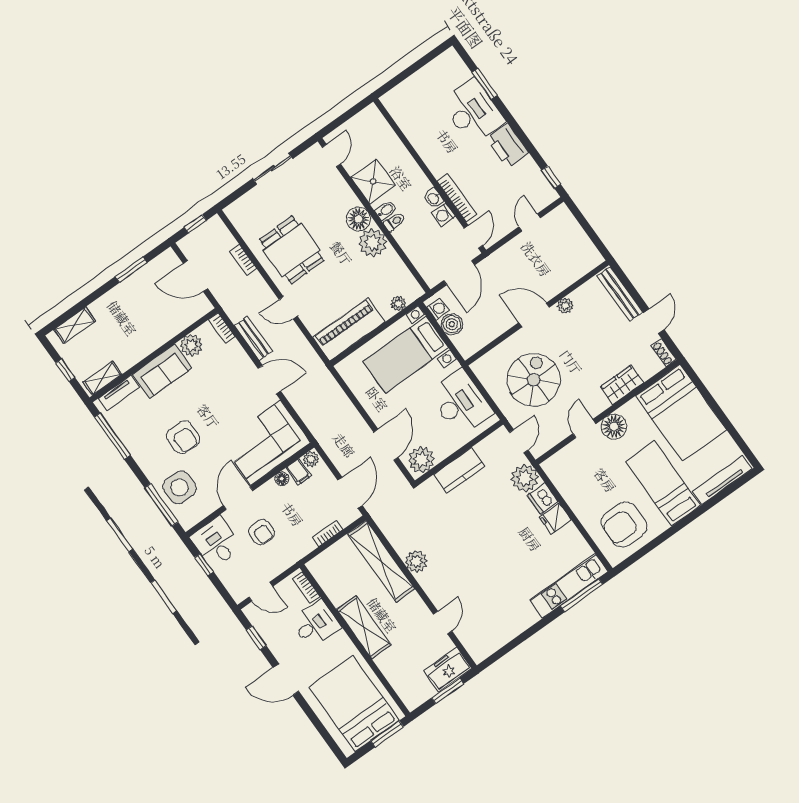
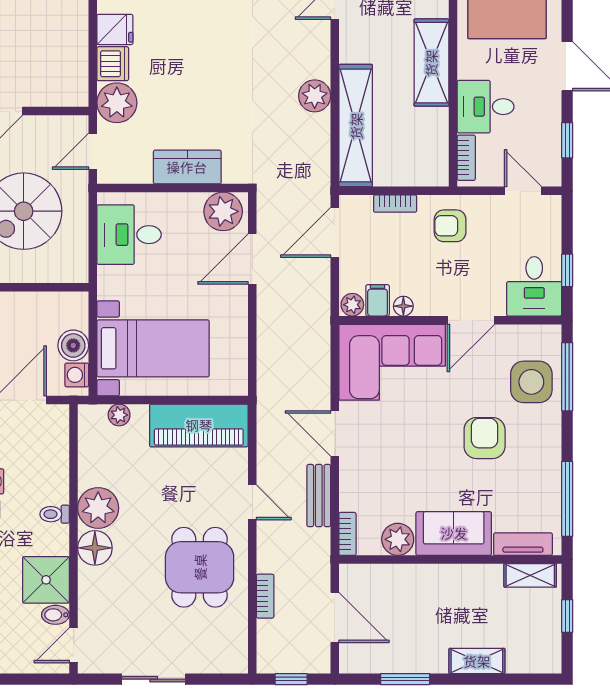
bidet: (386, 210) -> (55, 615), moved
shelving: (75, 325) -> (477, 661), moved
desk: (460, 403) -> (129, 235), width x0.73
armchair: (262, 532) -> (450, 226), moved, turned -90

